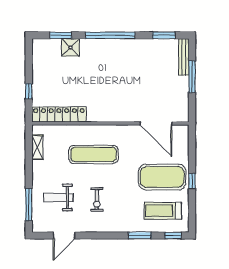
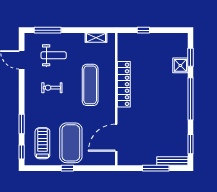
locker: (59, 114) -> (124, 84), moved
weight bench: (58, 198) -> (54, 55), turned 90

